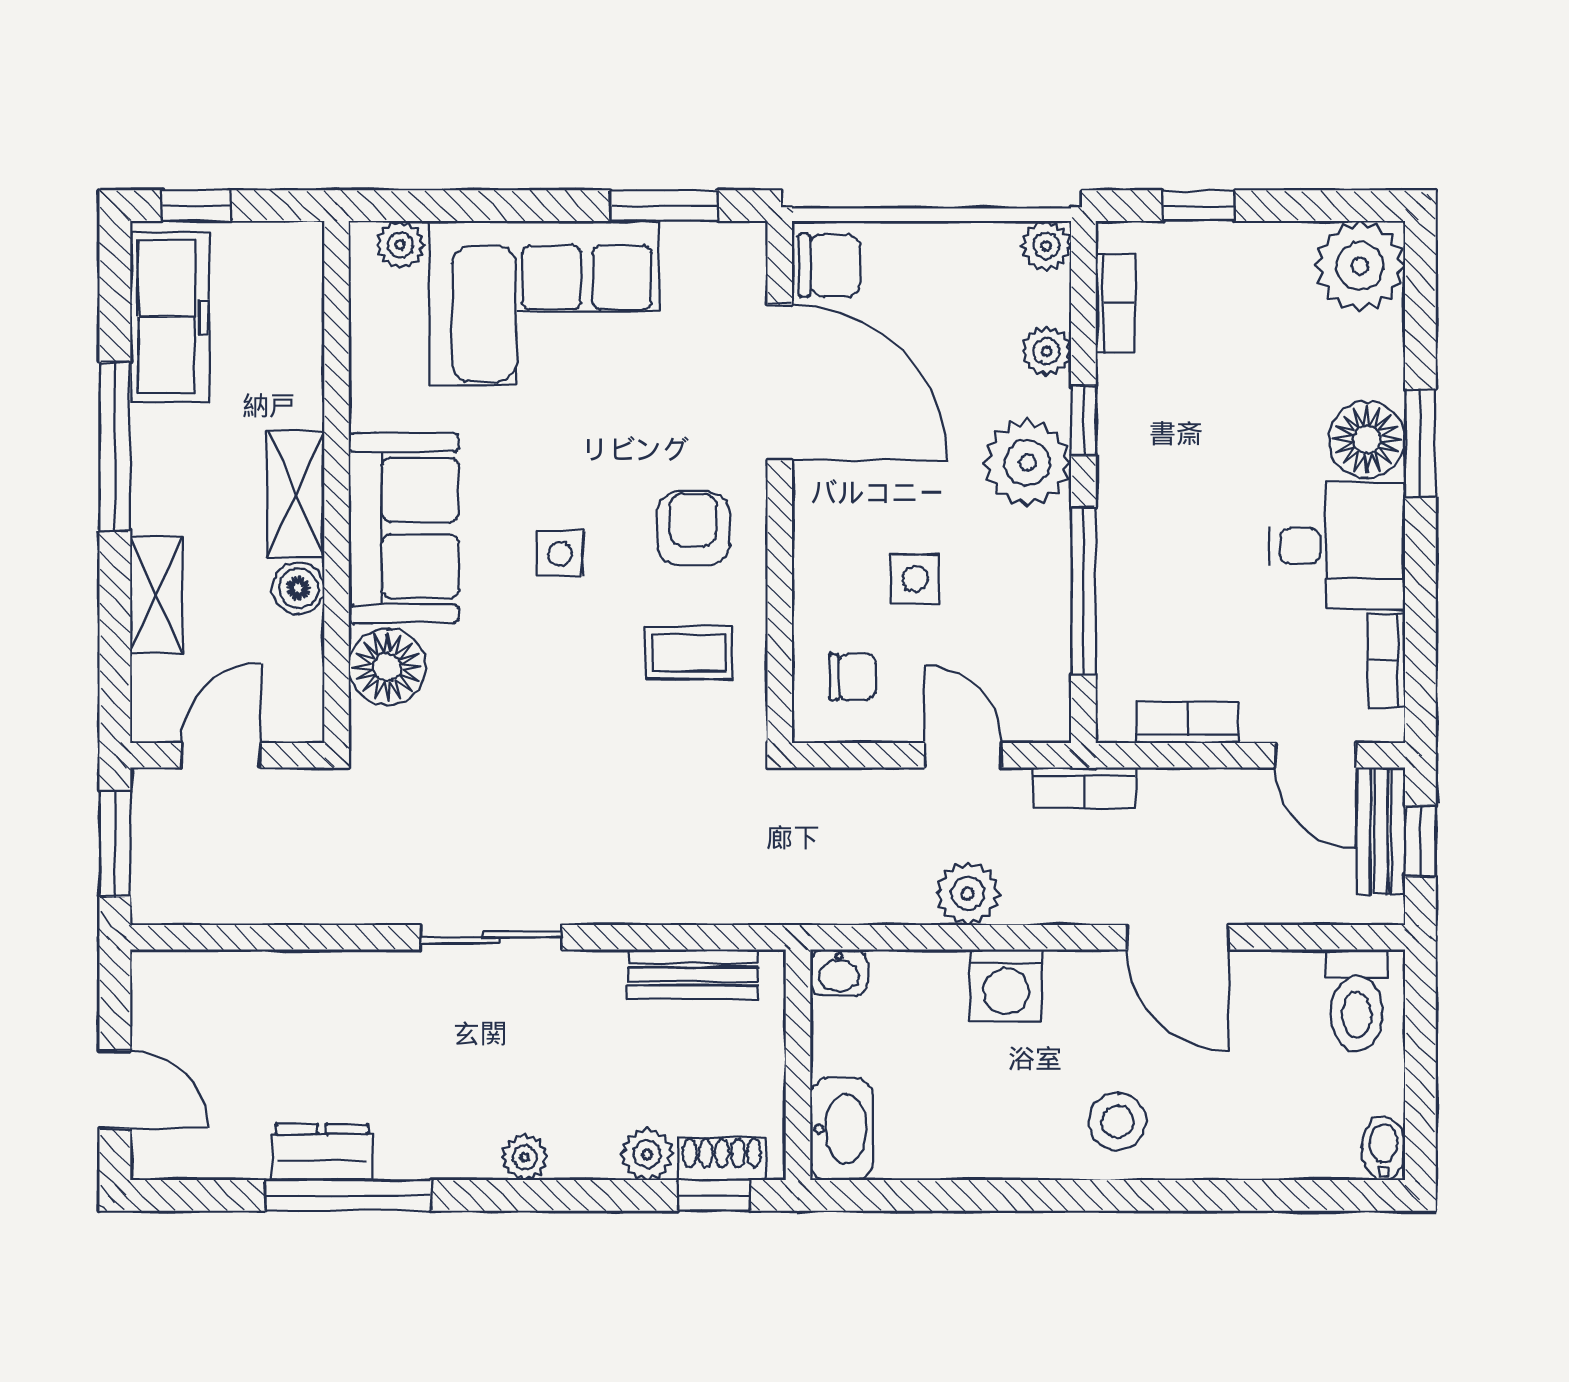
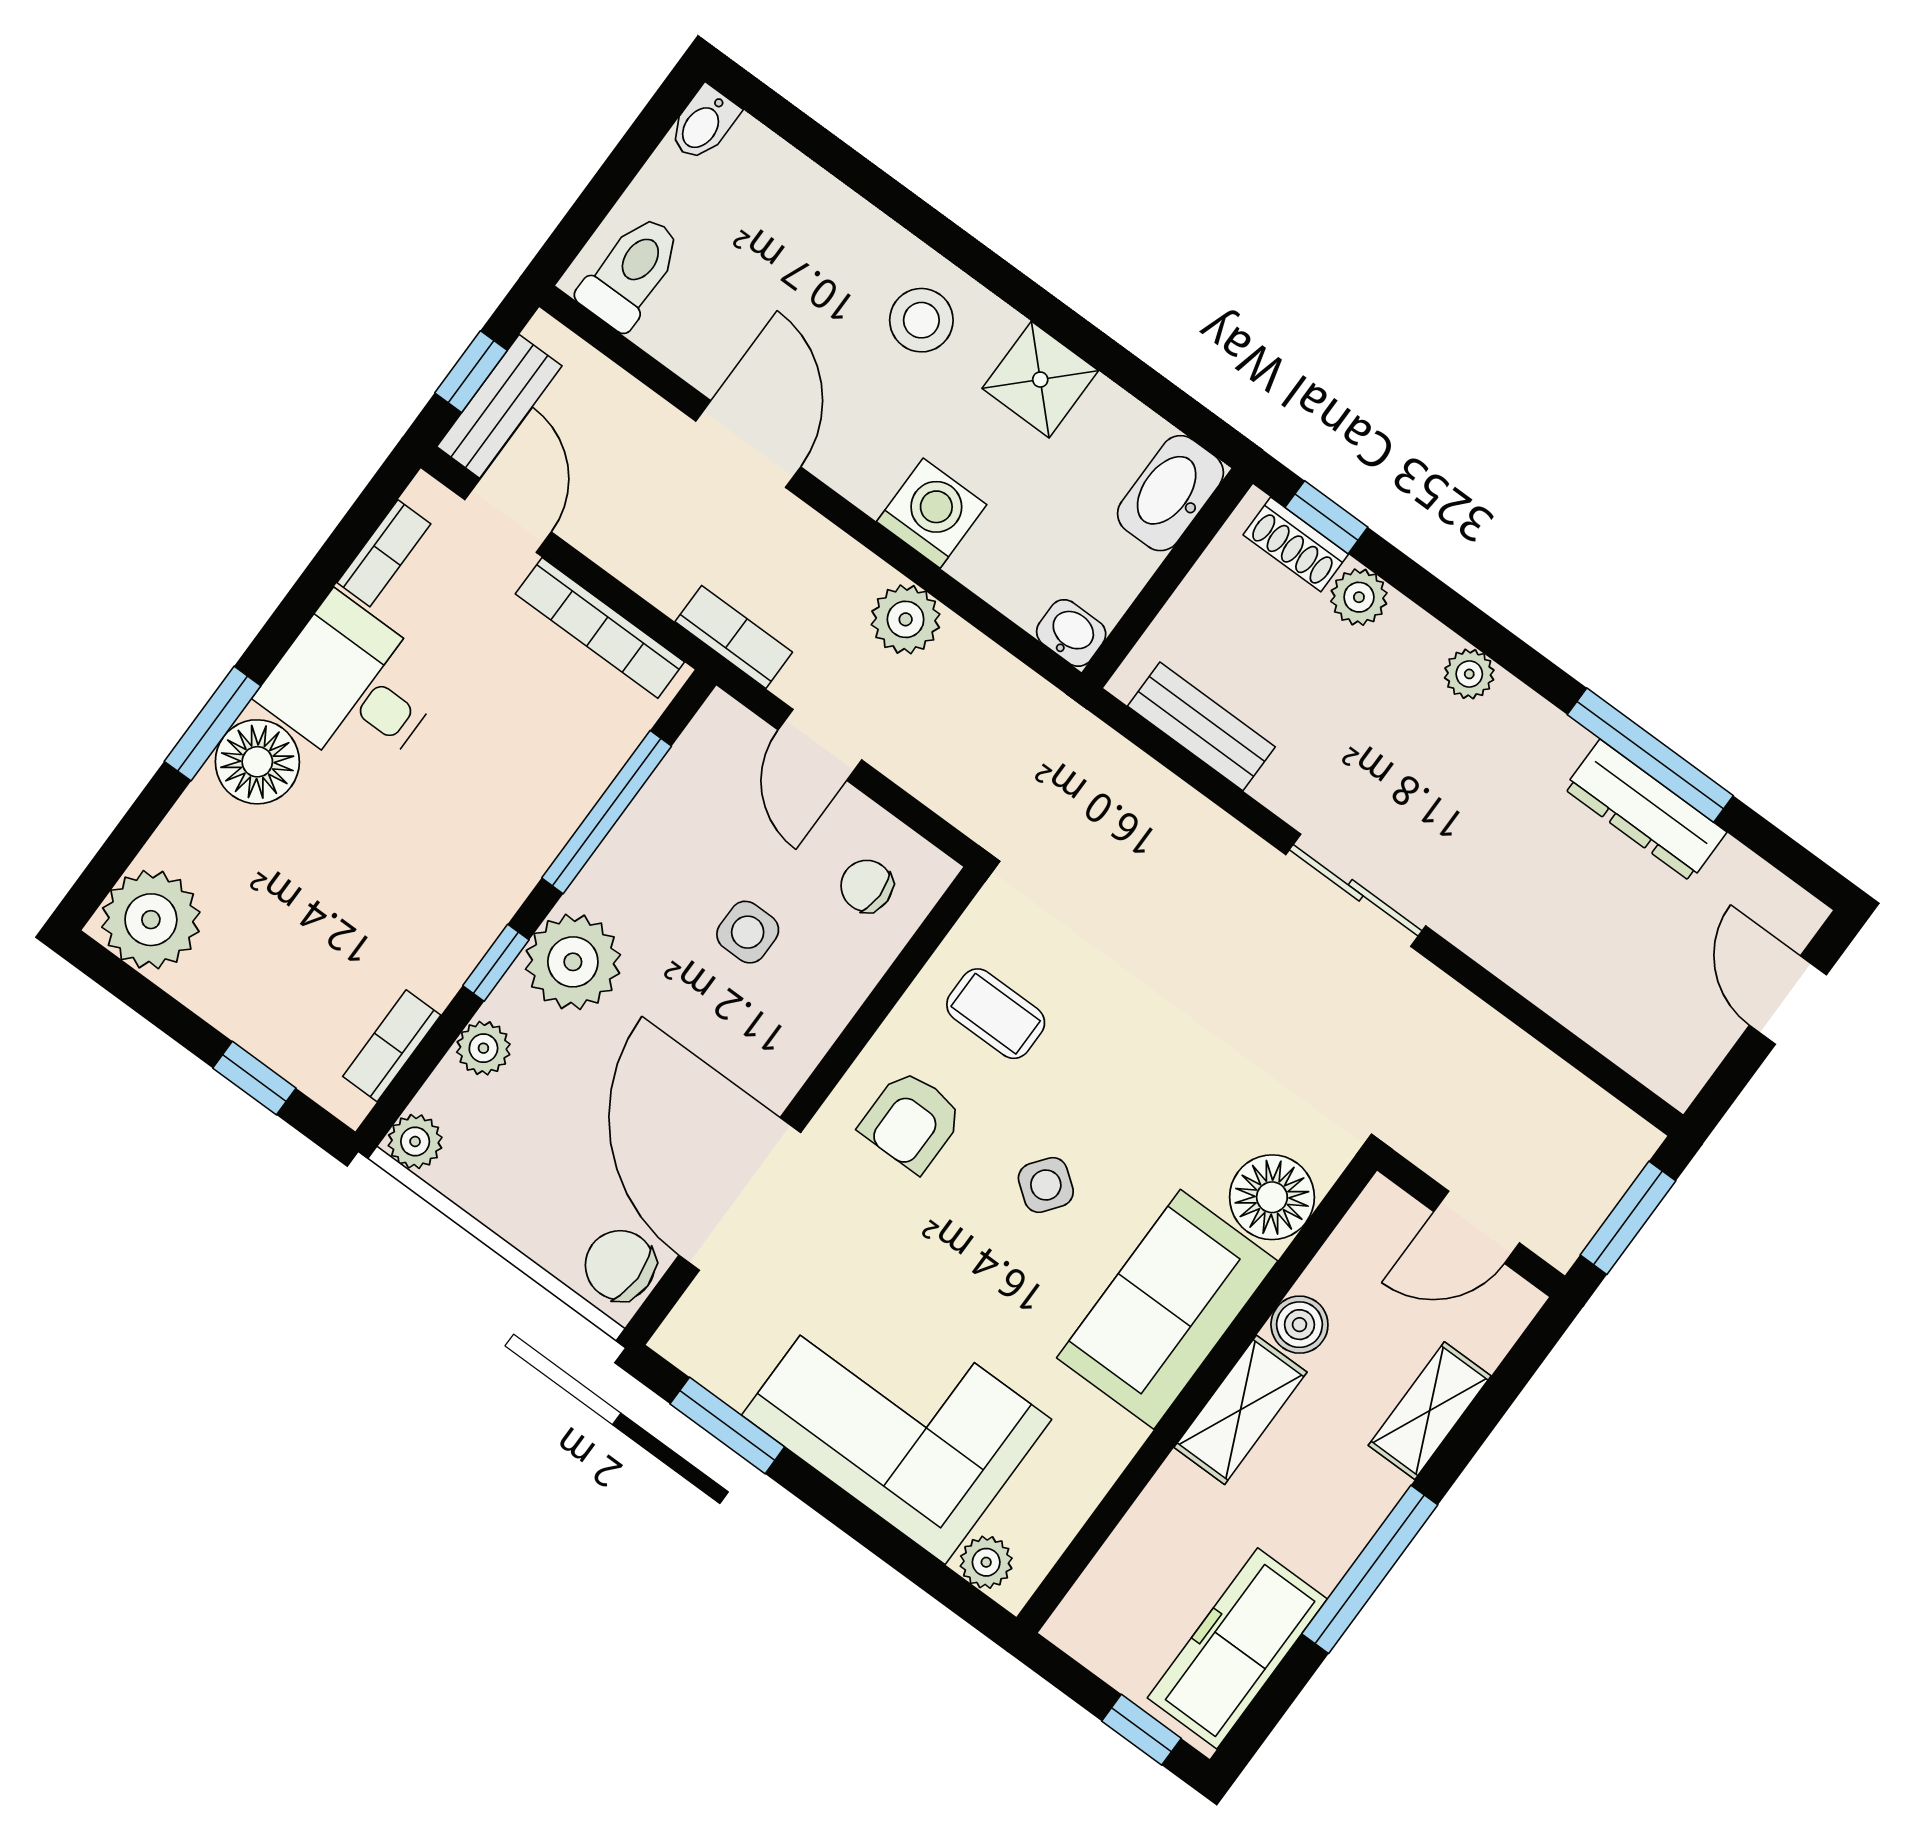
side table: (560, 554) -> (1046, 1185), turned 37
bookcase: (1188, 722) -> (600, 628), width x1.56
shower: (998, 1142) -> (1040, 380), added
dresser: (322, 1152) -> (1645, 810), width x1.44

